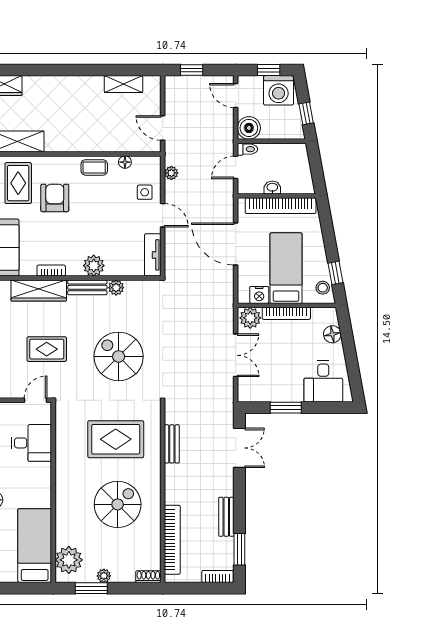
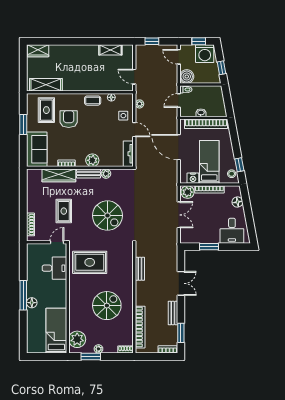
rug: (47, 349) -> (64, 211), turned 90
spiral stairs: (119, 356) -> (107, 216), turned 180
rug: (116, 439) -> (90, 262), moved
double door: (239, 448) -> (181, 283), moved

